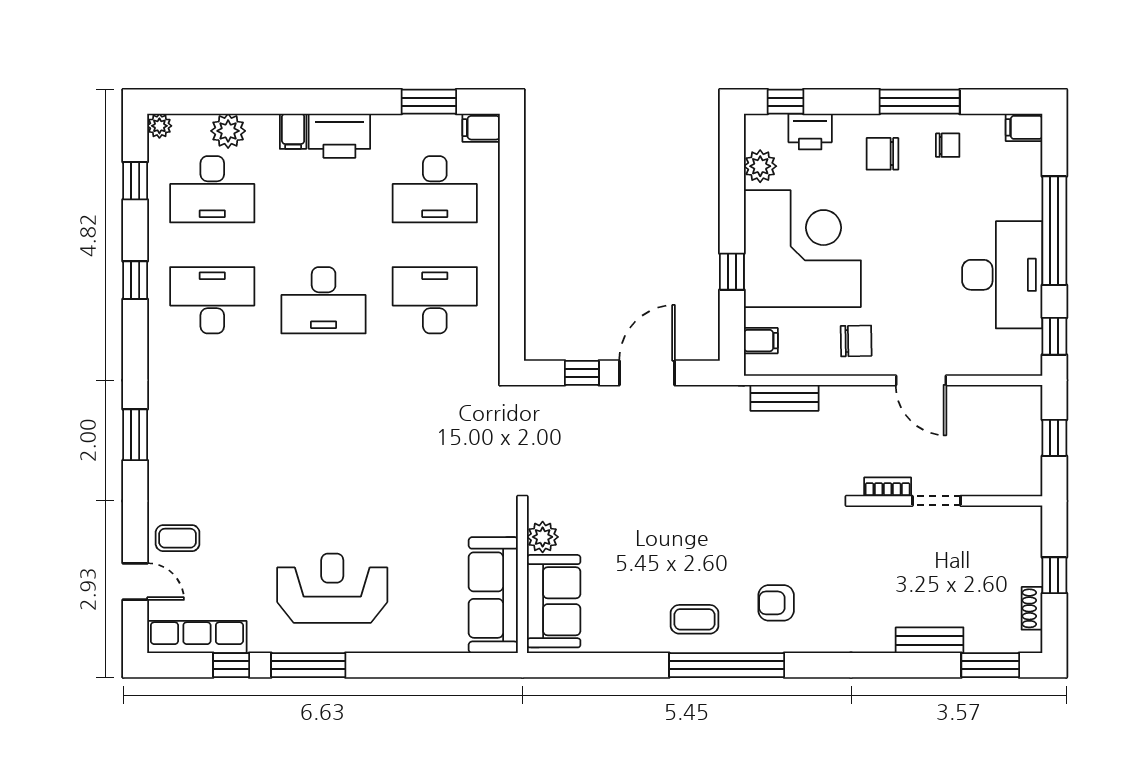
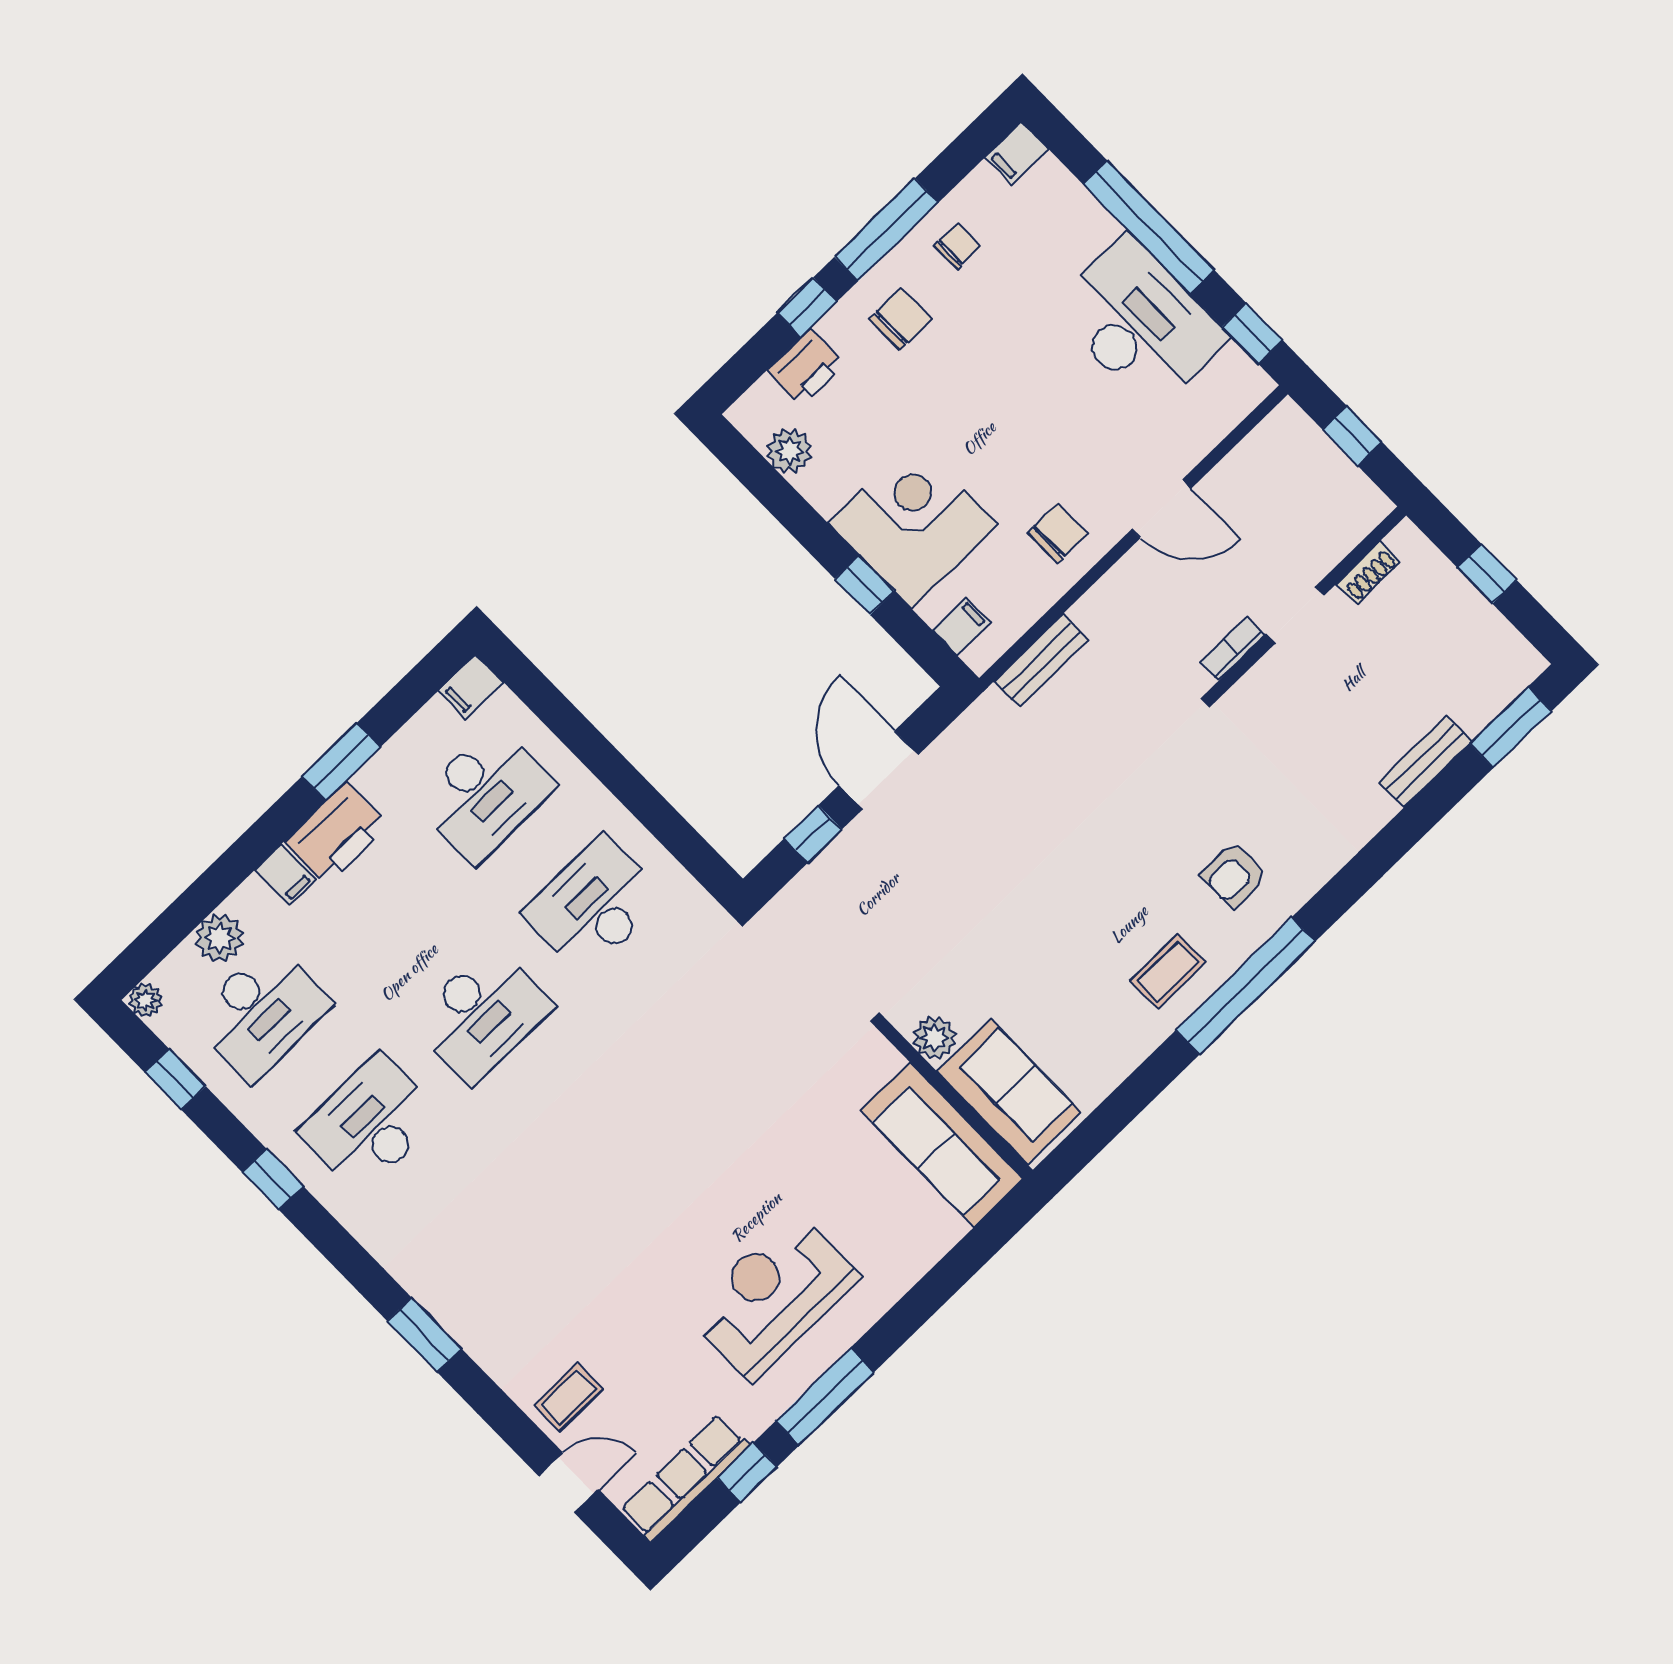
window: (429, 102) -> (341, 762), moved
window: (786, 102) -> (807, 307), moved
chair: (882, 154) -> (900, 319), turned 180
corner desk: (802, 249) -> (913, 523), width x0.74, depth x0.74
shoe rack: (1032, 608) -> (1368, 573), moved, turned -90

